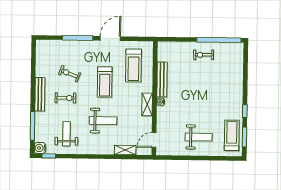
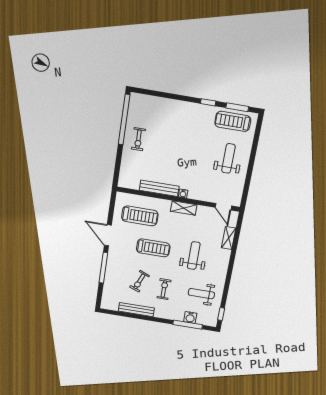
bench: (40, 94) -> (136, 310), moved
water cooler: (40, 148) -> (190, 318), moved

